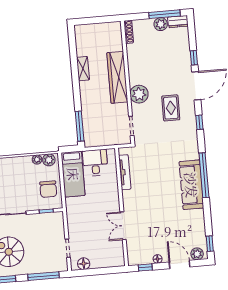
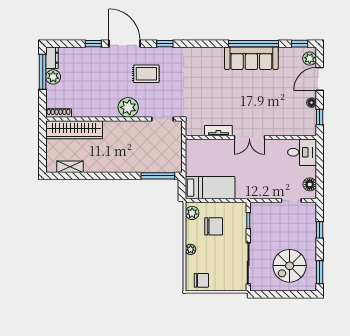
shelving: (83, 69) -> (70, 167), moved
wardrobe: (117, 77) -> (74, 130), moved
plant: (37, 159) -> (191, 249), moved
desk: (95, 163) -> (302, 152), moved, turned 180
tv unit: (125, 172) -> (218, 131), width x0.71
window: (204, 175) -> (253, 44), moved
sofa: (191, 185) -> (251, 58), moved
chair: (48, 189) -> (214, 226), moved
double door: (123, 226) -> (249, 137), moved
window: (44, 276) -> (320, 230), width x0.46

